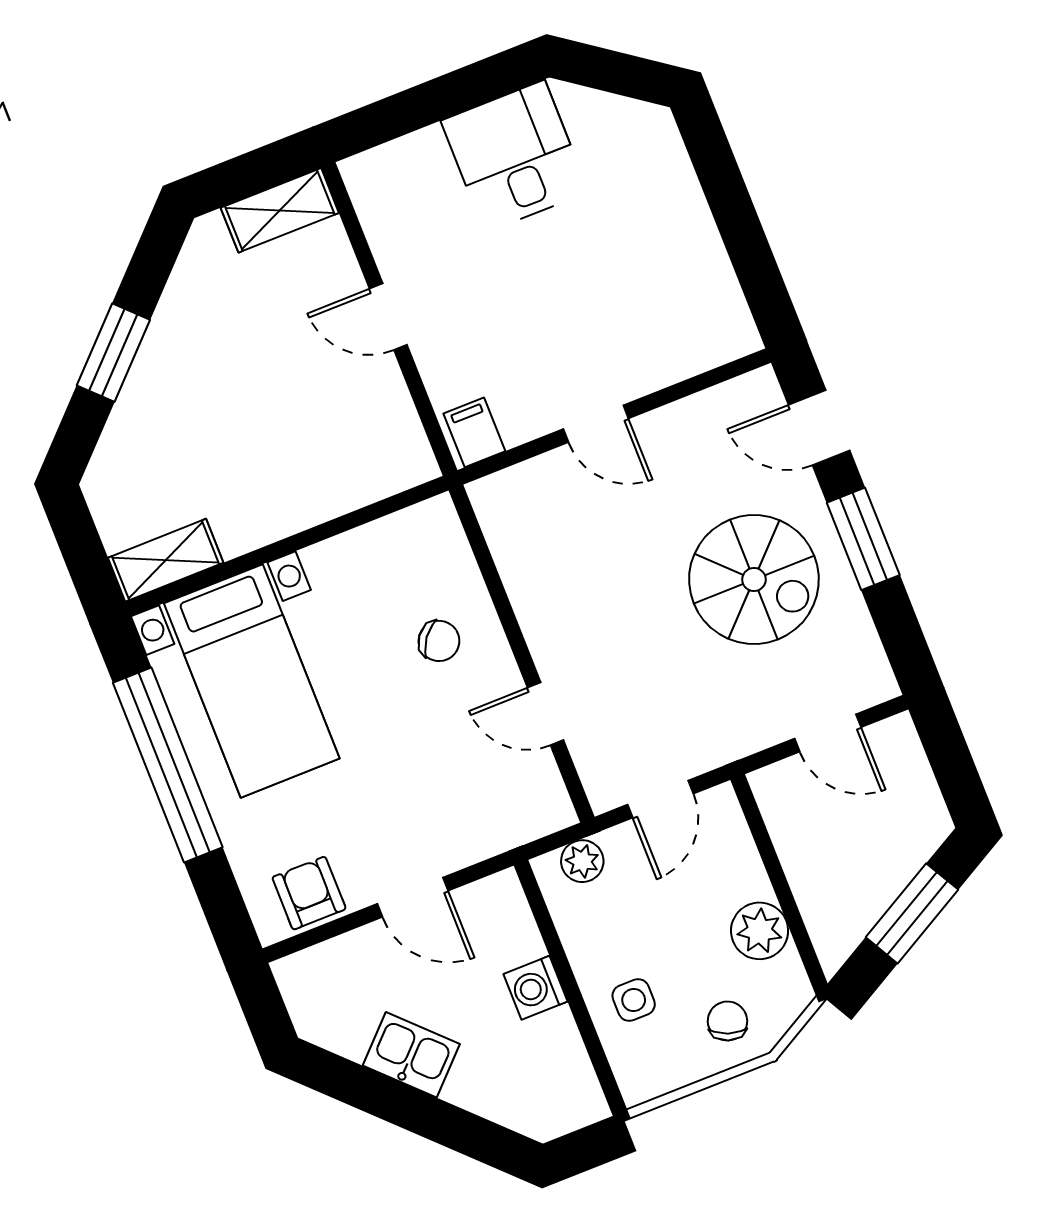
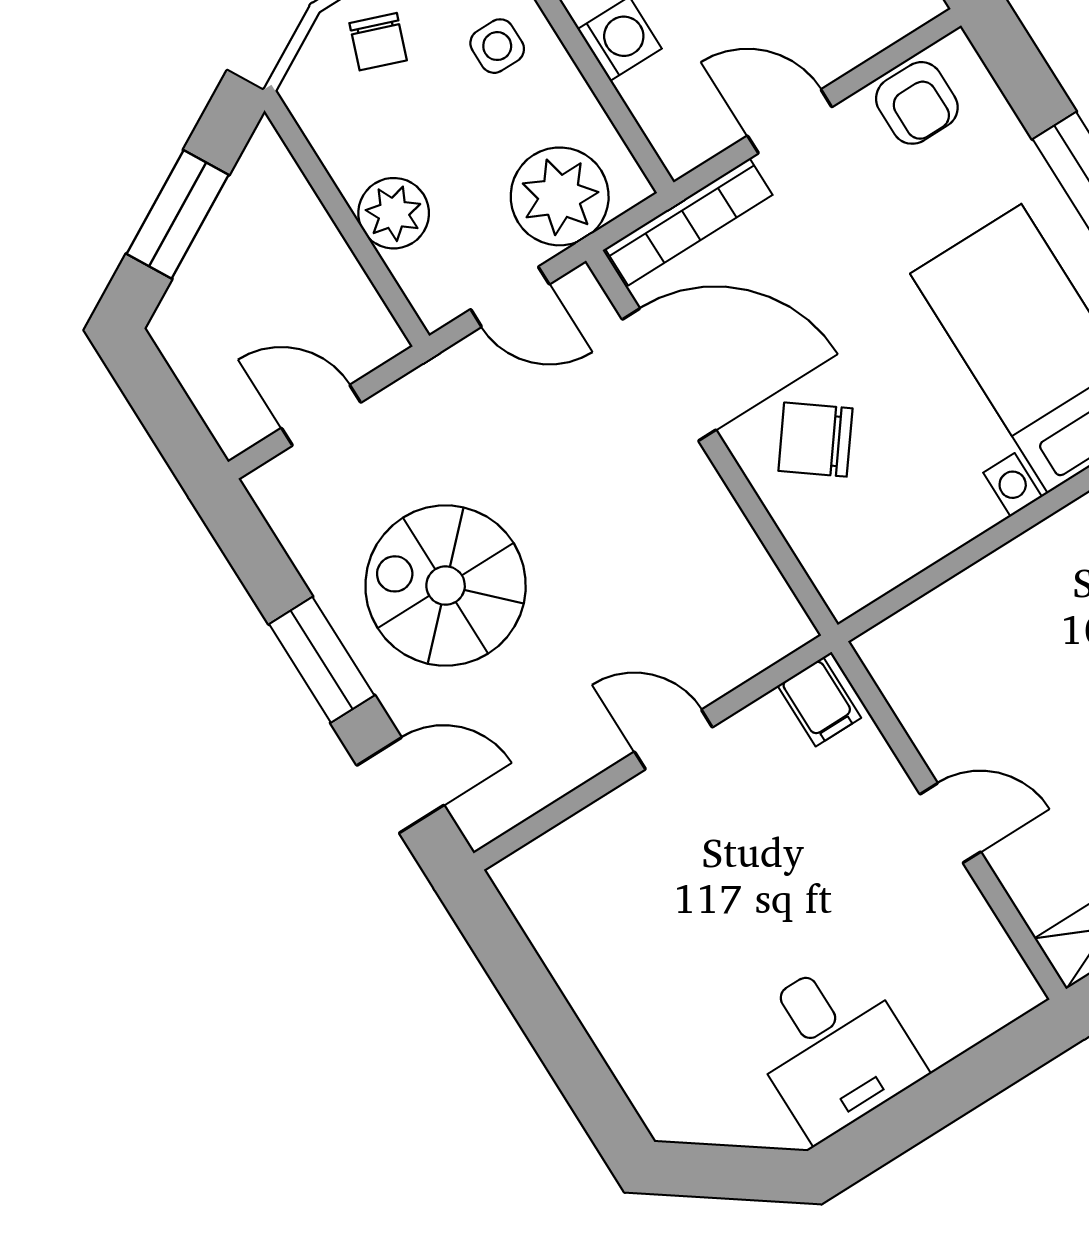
chair: (439, 641) -> (815, 440), width x1.37, depth x1.37
door: (546, 714) -> (669, 375), width x1.87
door: (660, 799) -> (510, 297), swing flipped
bookcase: (507, 832) -> (689, 222), added
plant: (582, 861) -> (560, 196), width x1.87, depth x1.87
plant: (760, 931) -> (394, 213), moved

